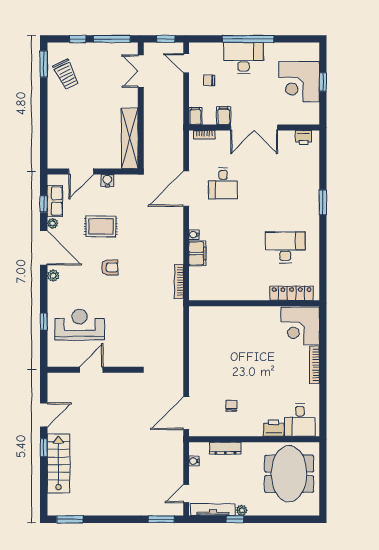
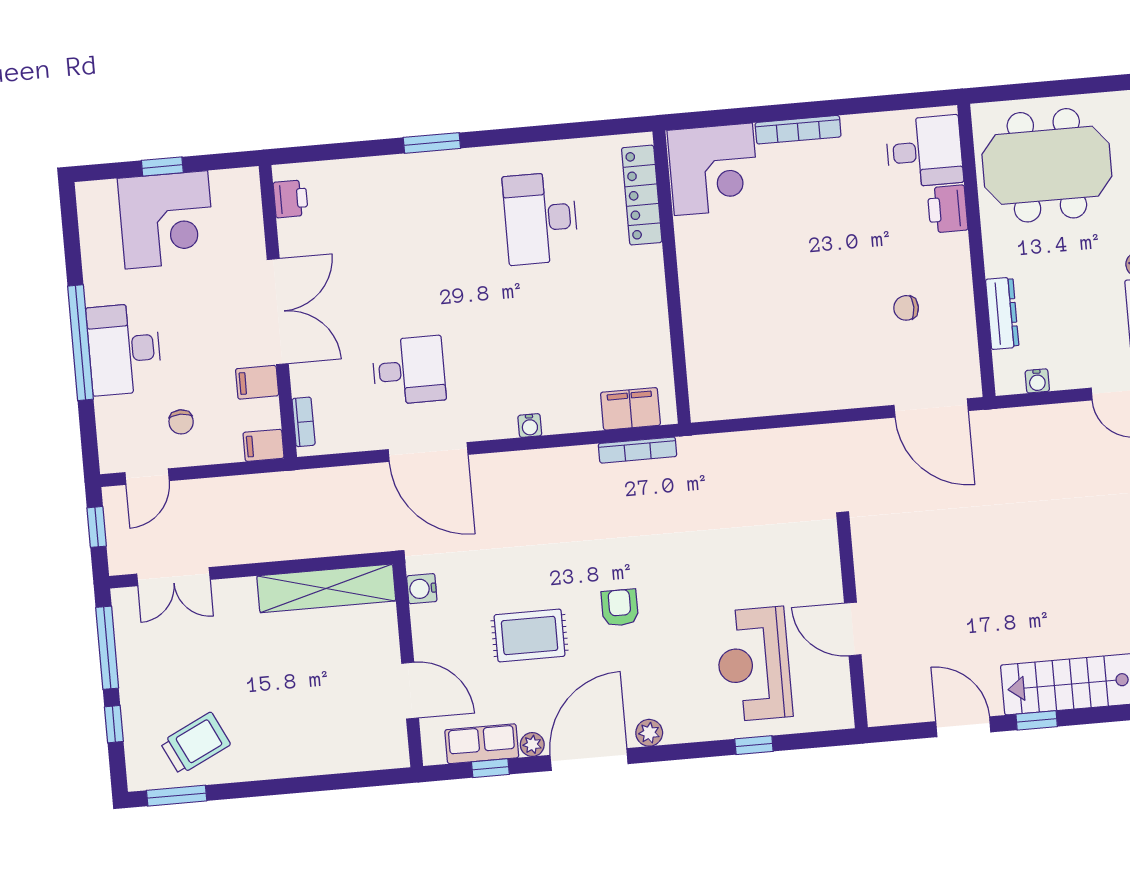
water cooler: (107, 181) -> (422, 589), moved
rug: (101, 226) -> (530, 635), turned 90
filing cabinet: (197, 253) -> (630, 409), moved

